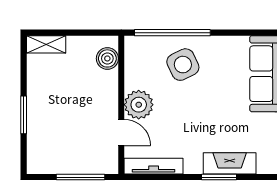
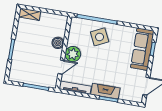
boiler: (107, 58) -> (58, 43), moved
door: (121, 133) -> (61, 67), hinge flipped
fireplace: (230, 163) -> (105, 91), moved

